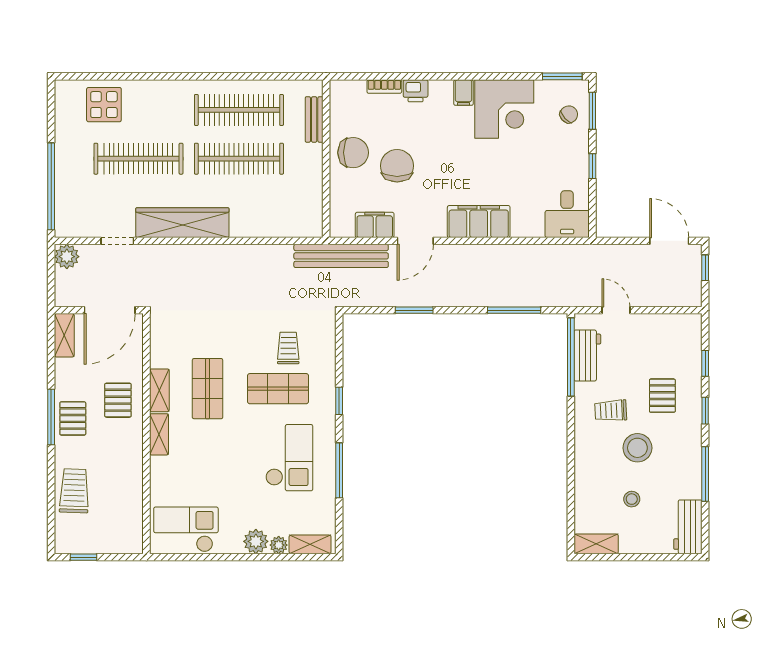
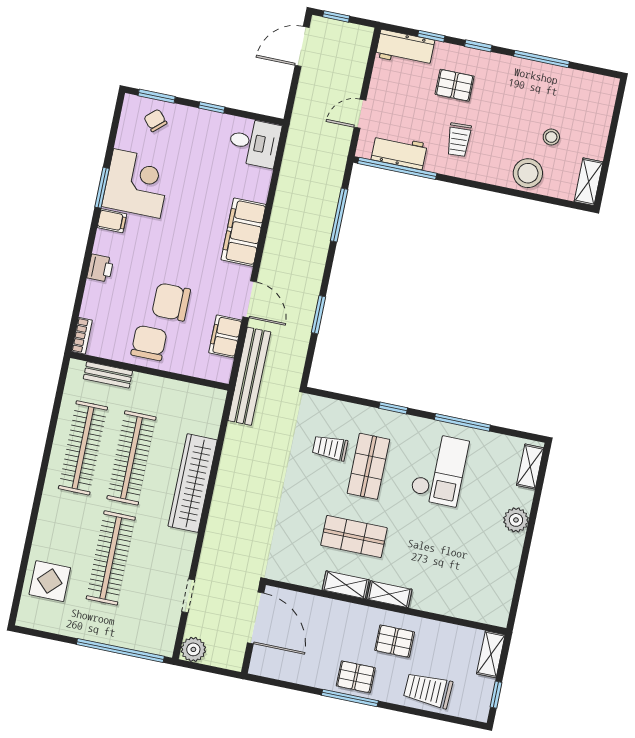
window: (562, 76) -> (102, 188), moved
bookcase: (384, 87) -> (82, 336), moved
wardrobe: (182, 223) -> (193, 483), moved
shelving: (64, 335) -> (491, 654), moved, turned 90
pallet: (118, 400) -> (395, 641), moved
stool: (637, 448) -> (528, 173), moved
checkout: (289, 458) -> (439, 469), turned 90
workbench: (688, 527) -> (405, 49), moved
checkout: (186, 529) -> (490, 587), removed
plant: (279, 545) -> (524, 498), removed

